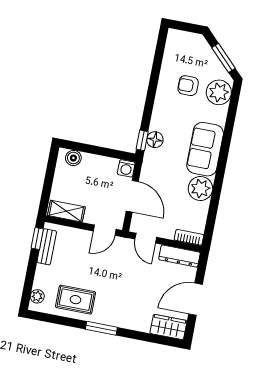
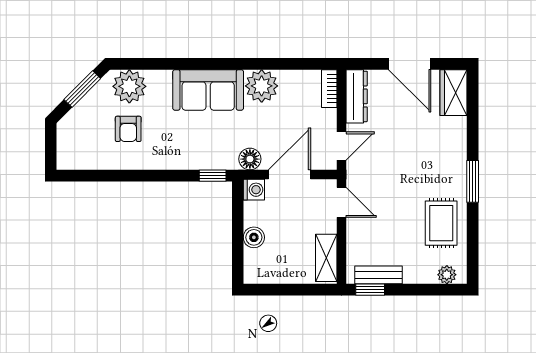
floor lamp: (155, 140) -> (250, 159), moved
boiler: (73, 158) -> (254, 237), moved

